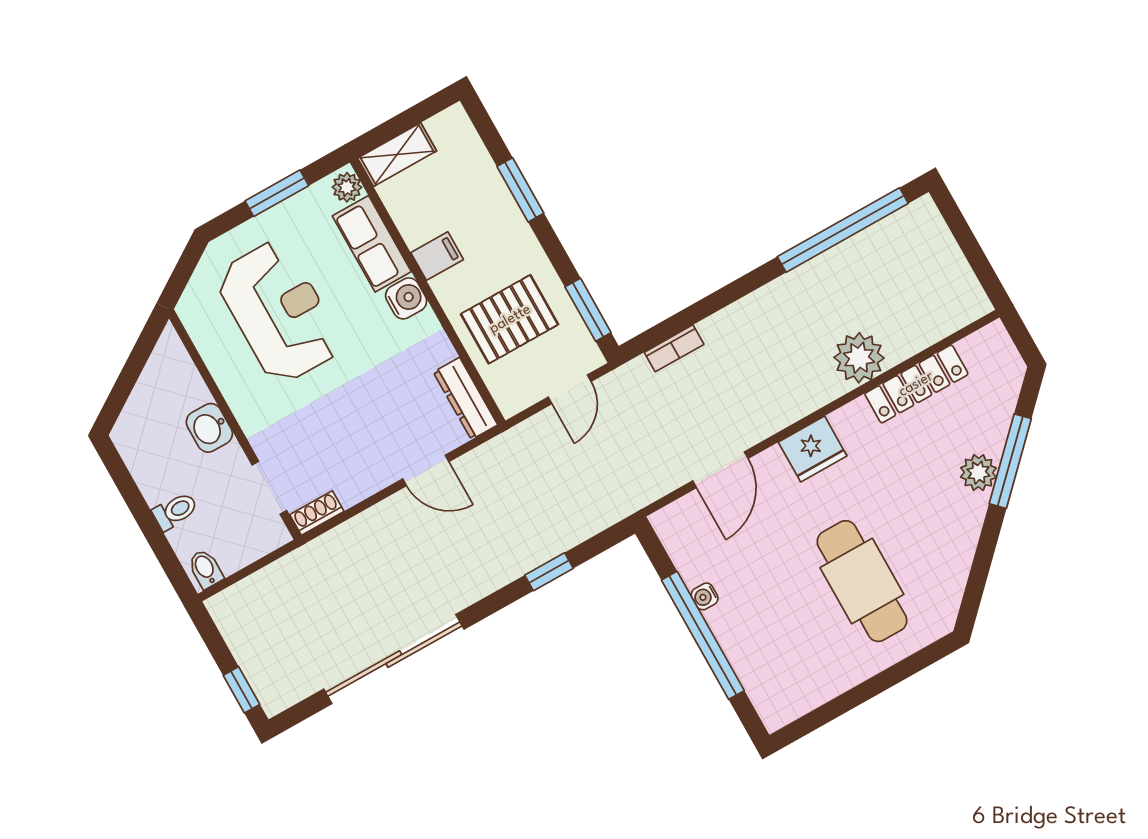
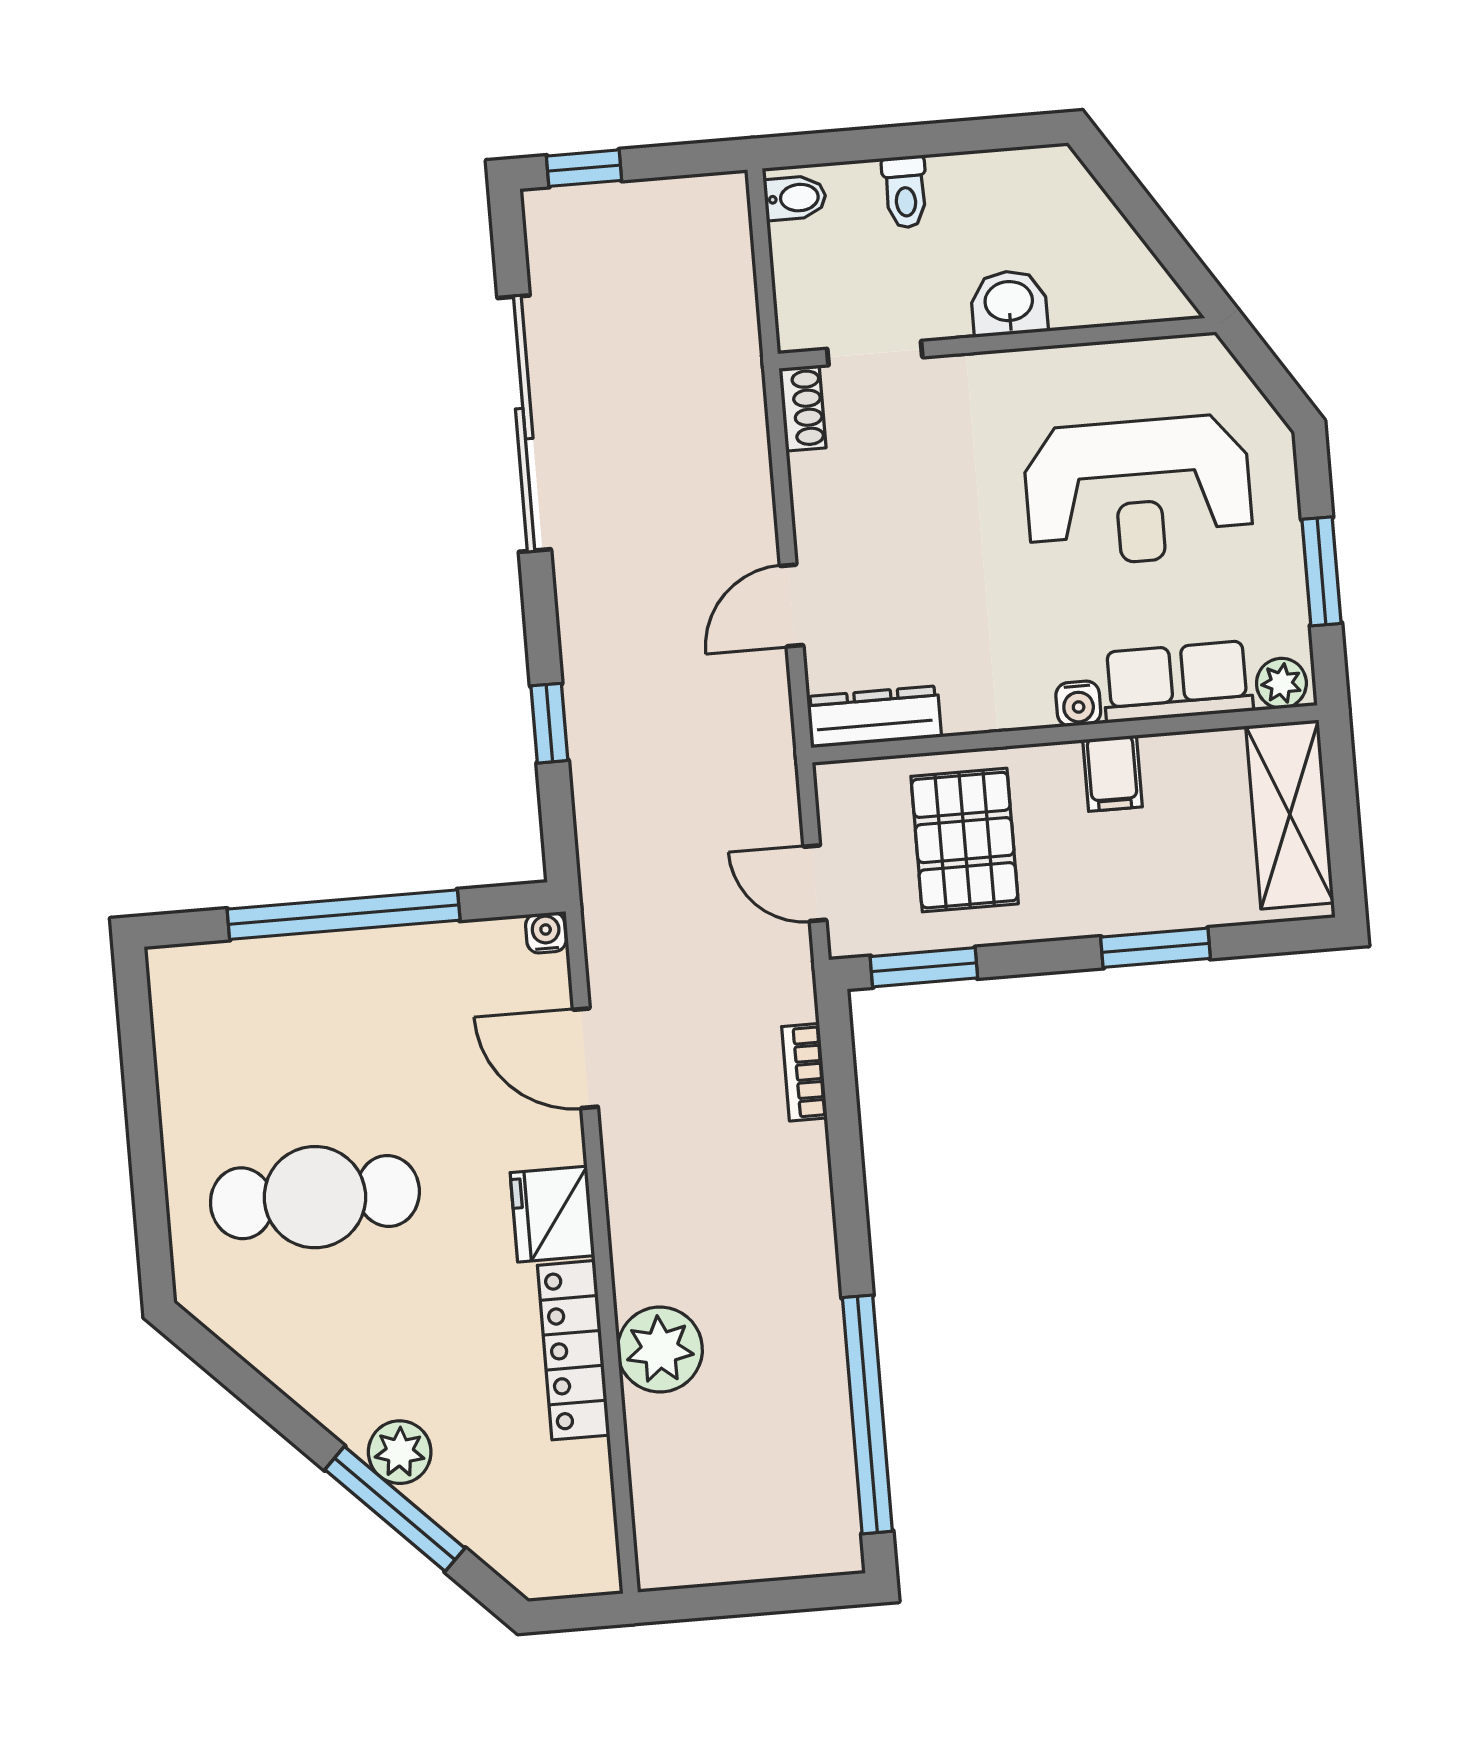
shelving: (397, 155) -> (1290, 814), width x1.50, depth x1.33
water cooler: (406, 298) -> (1078, 704), width x0.72, depth x0.72
locker: (916, 384) -> (574, 1350), moved
water cooler: (705, 596) -> (546, 933), moved

